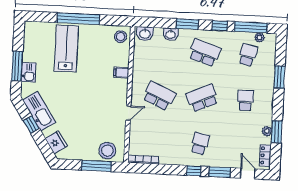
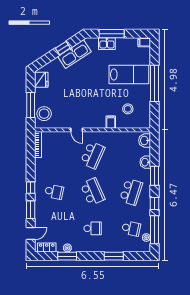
filing cabinet: (29, 28) -> (144, 42), added
stool: (121, 37) -> (128, 109), moved
fridge: (56, 142) -> (41, 80), moved, turned -57

